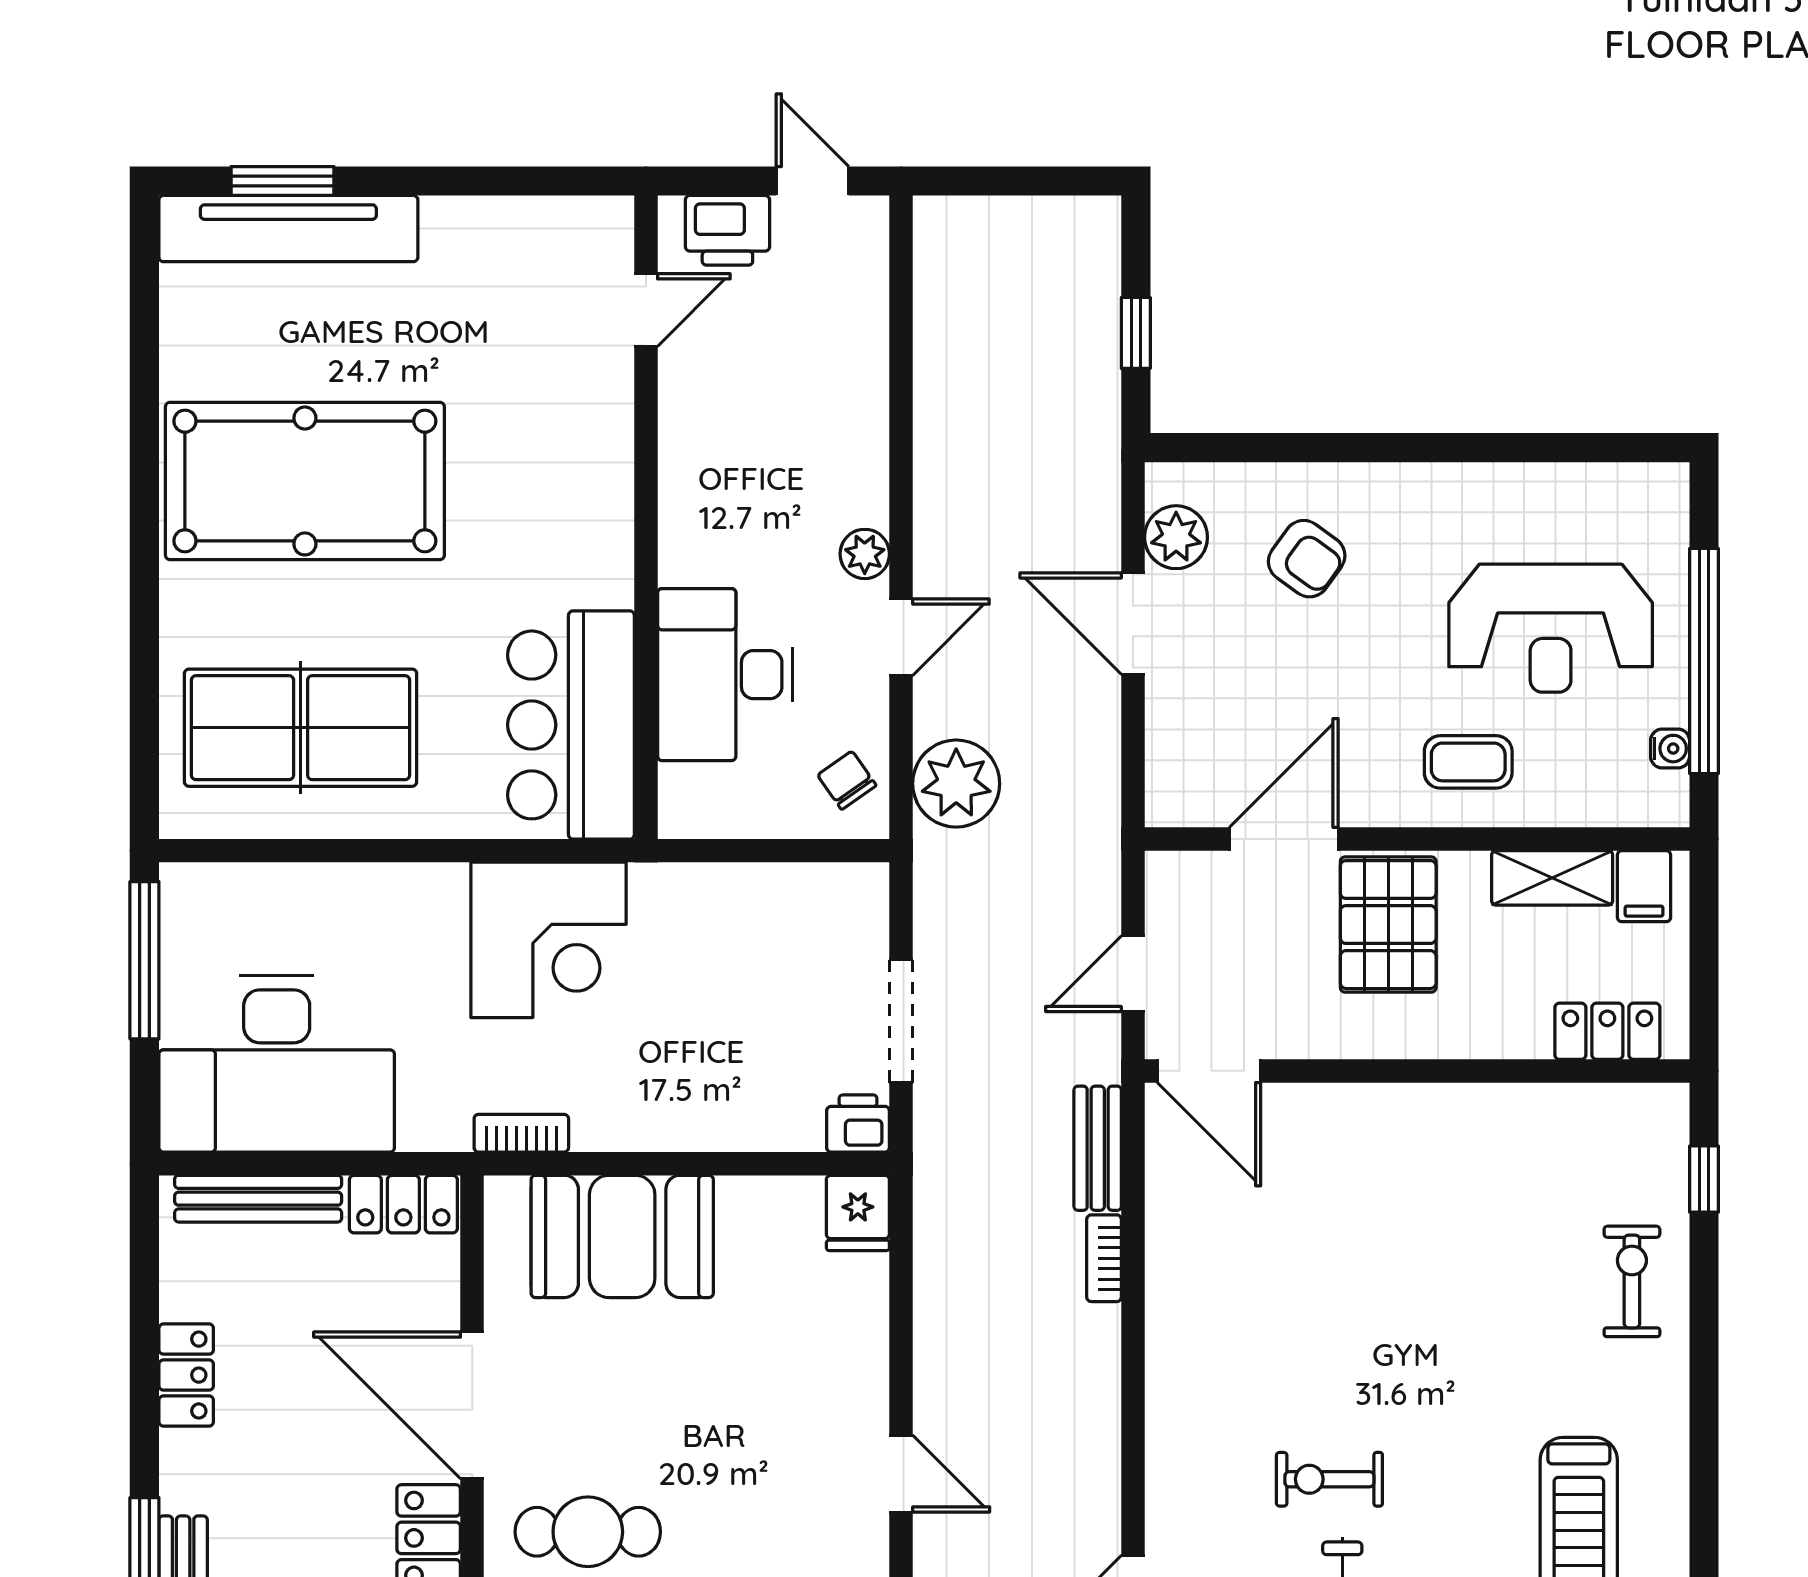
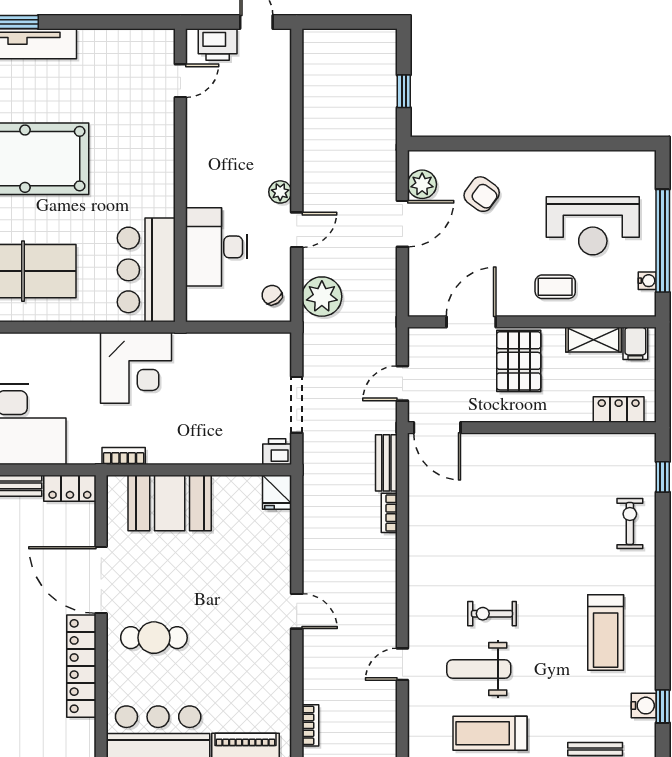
door: (1133, 624) -> (402, 224), swing flipped

